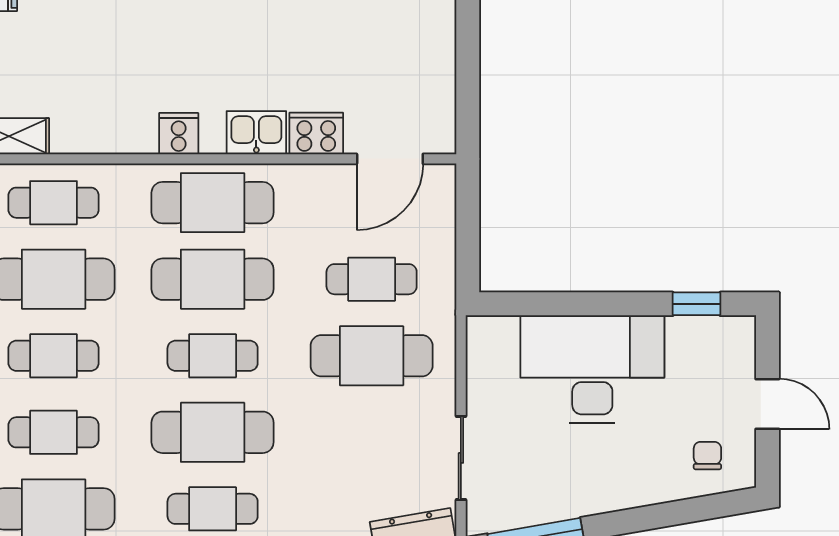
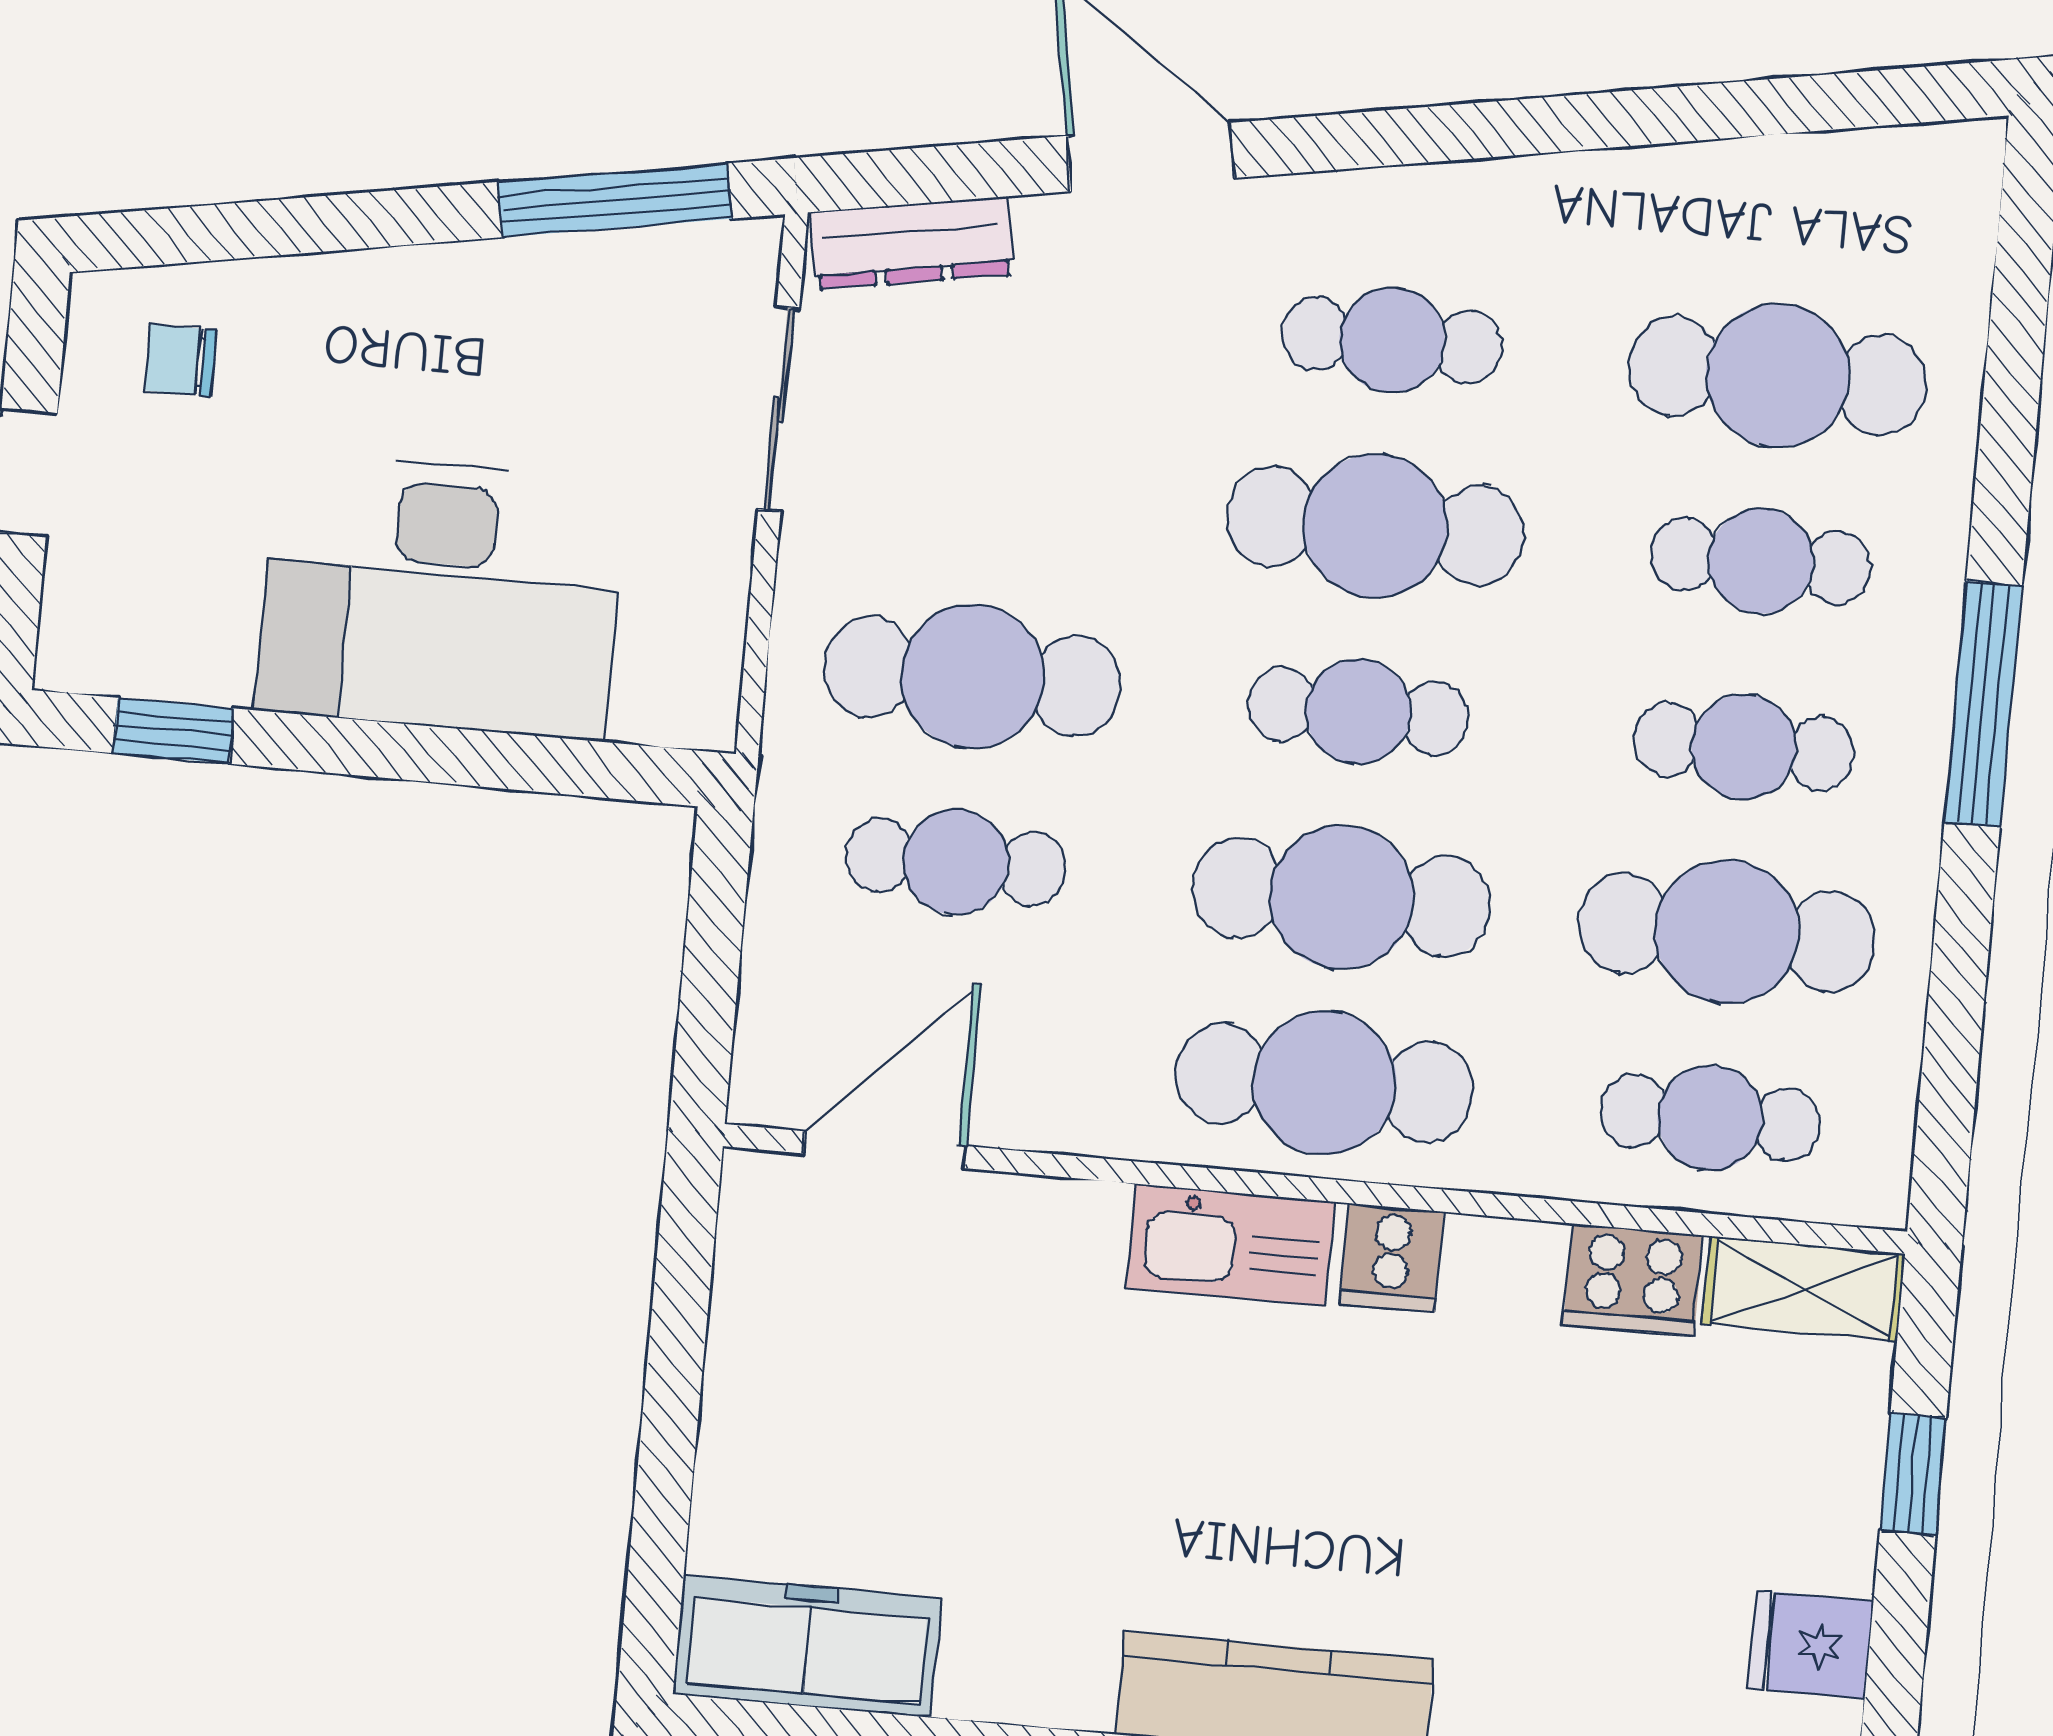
kitchen sink: (256, 133) -> (1230, 1245), width x1.38
cooker: (316, 133) -> (1633, 1280), moved
chair: (707, 456) -> (181, 360), turned 90

